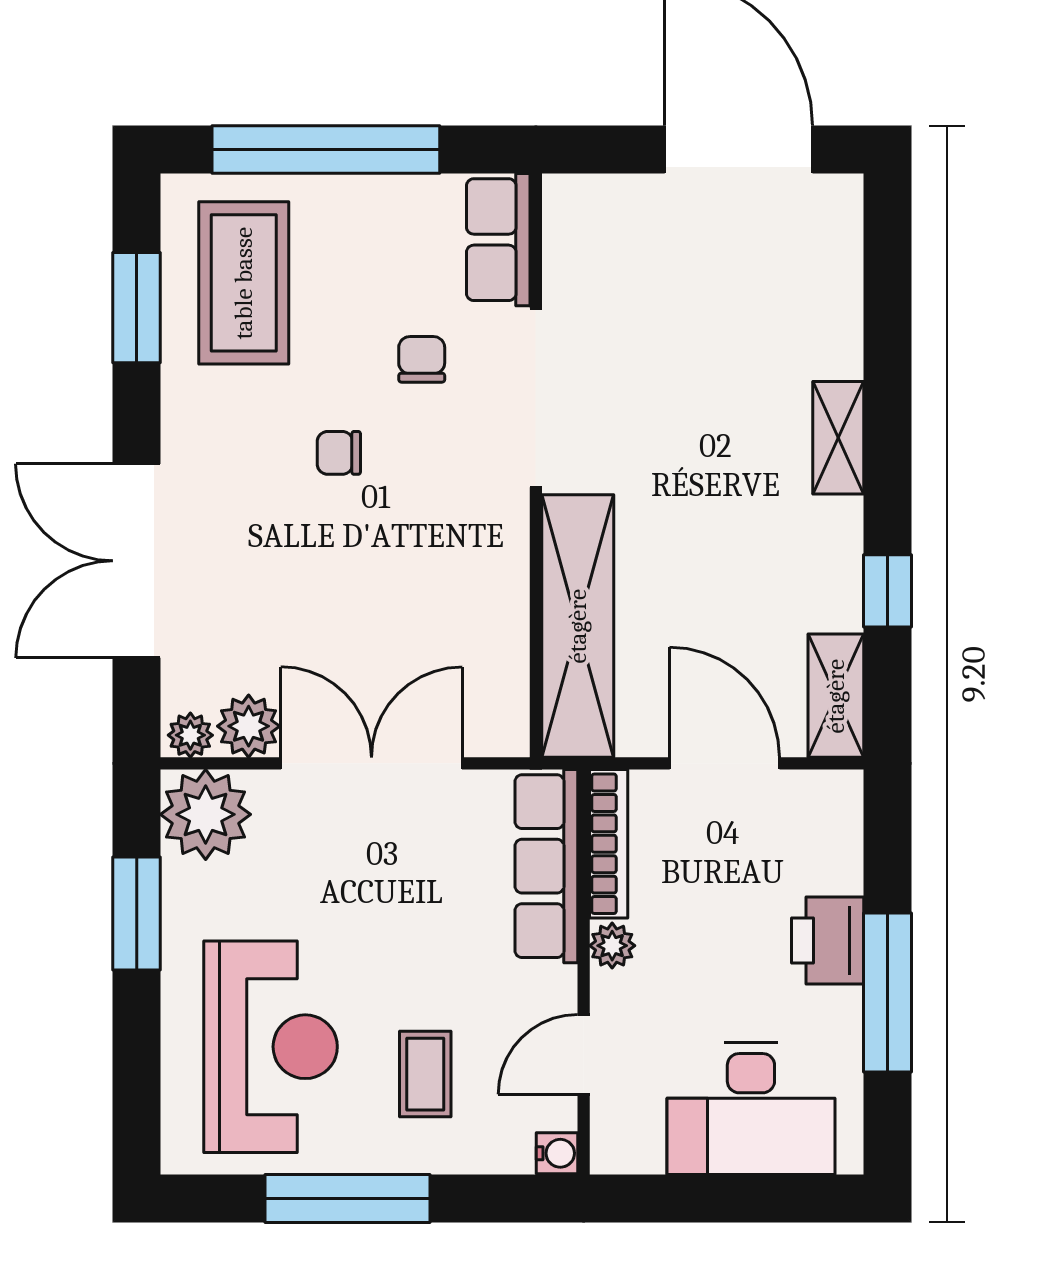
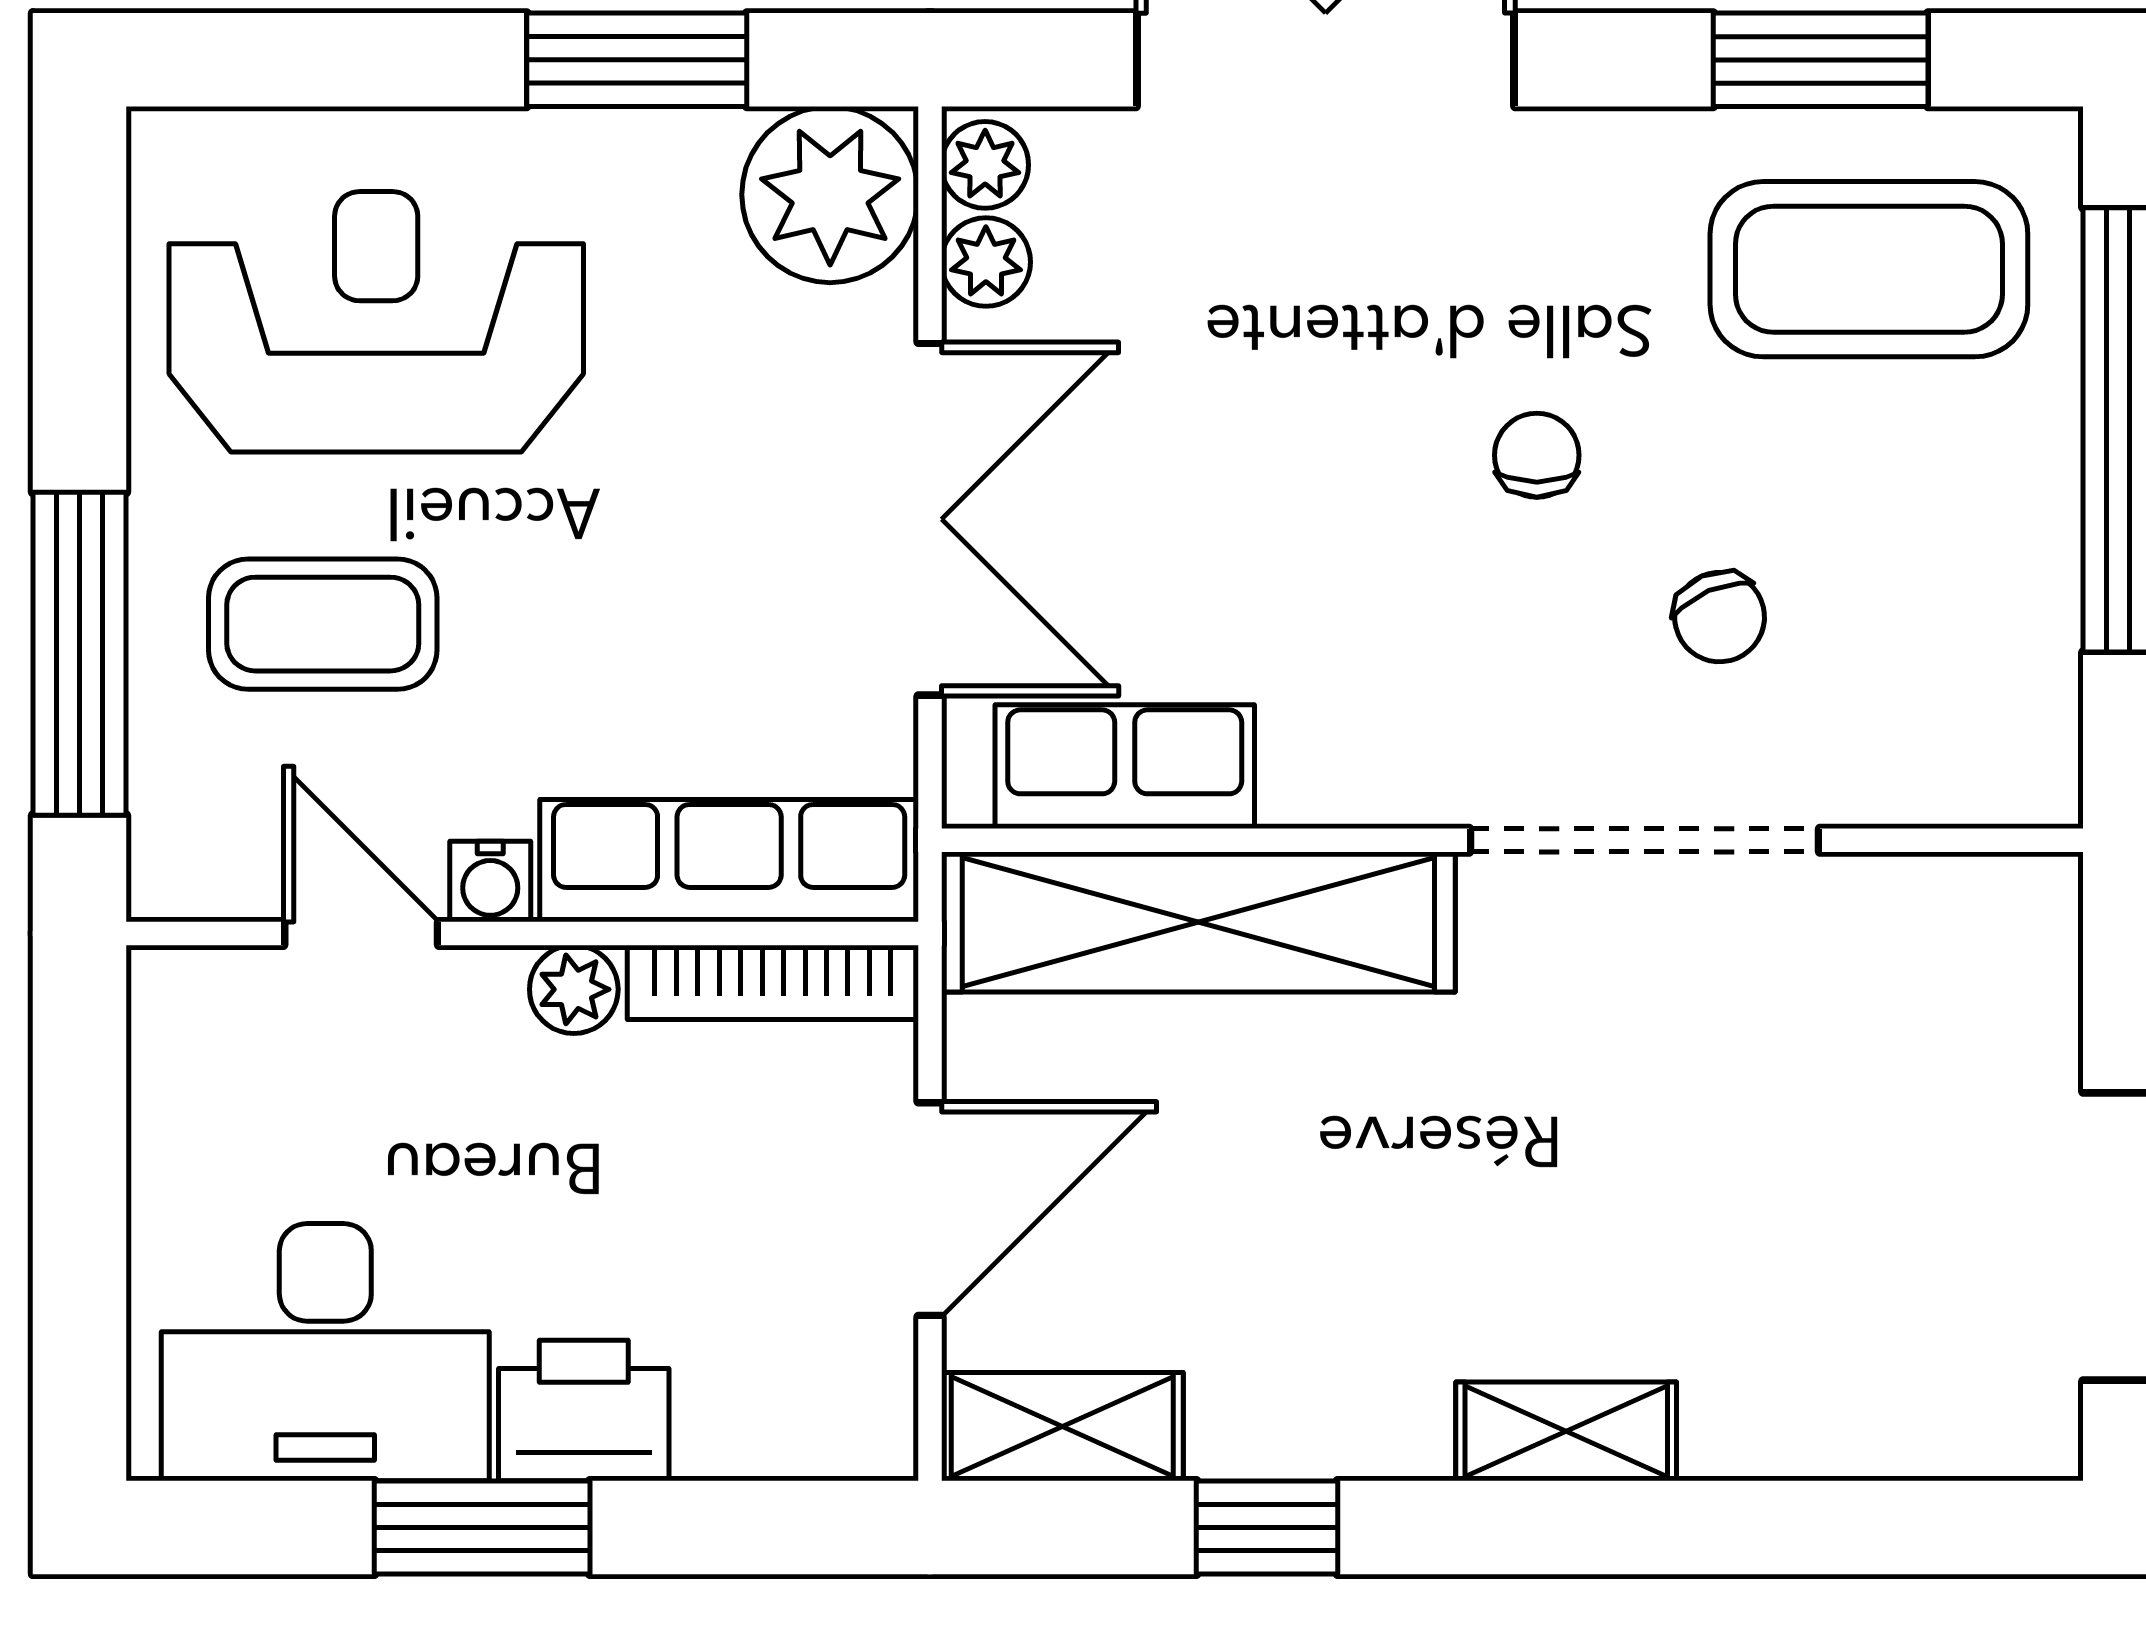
row of seats: (498, 240) -> (1125, 767), moved
chair: (422, 359) -> (1720, 617), turned 67
plant: (249, 726) -> (986, 262), width x0.73, depth x0.73
window: (888, 993) -> (482, 1528), width x0.69
reception desk: (271, 1047) -> (376, 322), turned 180
coffee table: (425, 1074) -> (323, 624), width x1.36, depth x1.30
desk: (751, 1109) -> (325, 1352), moved, turned -90
water cooler: (557, 1153) -> (490, 881), moved
window: (347, 1198) -> (80, 654), moved

